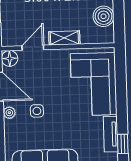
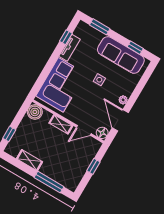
boiler: (104, 16) -> (35, 112), moved
side table: (37, 111) -> (99, 80), moved

